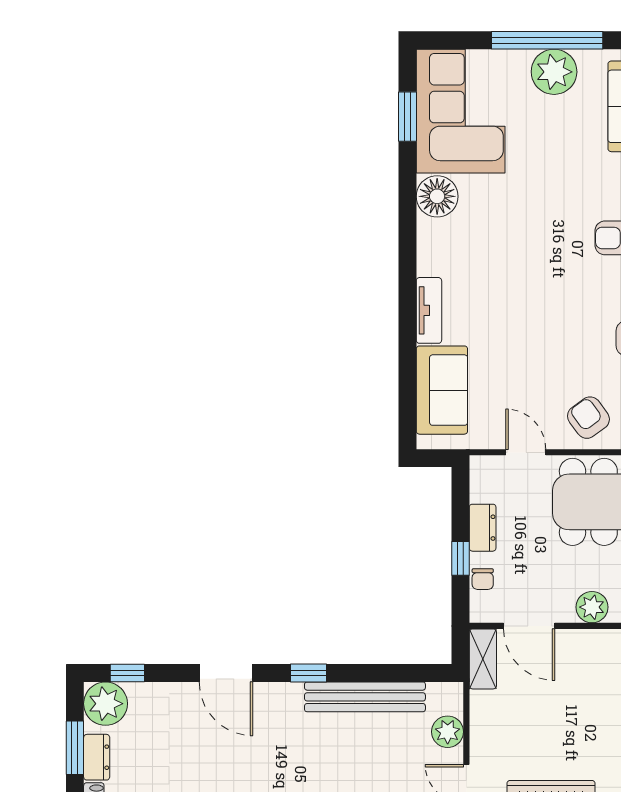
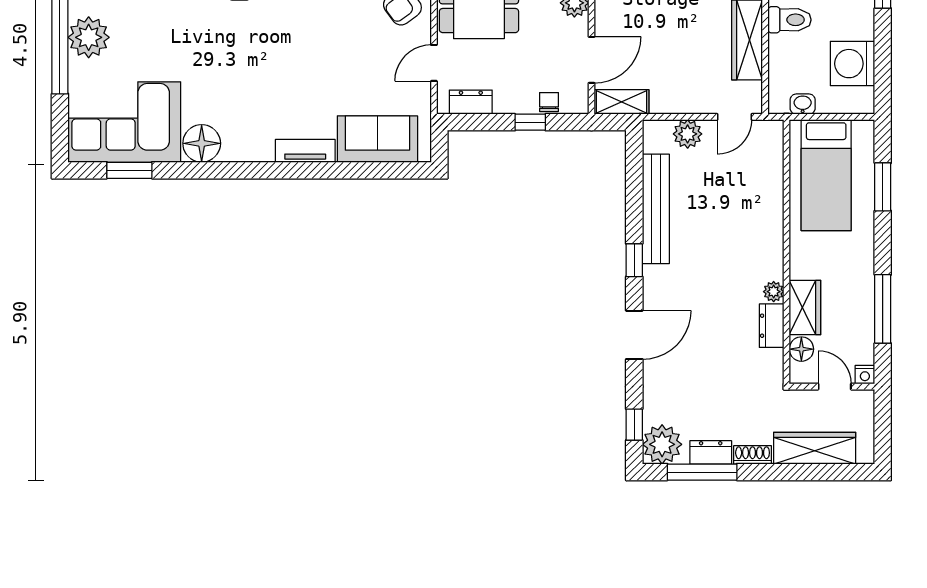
dresser: (483, 528) -> (471, 102), moved
chair: (483, 579) -> (549, 102), turned -90
window: (75, 748) -> (702, 472), width x1.44

